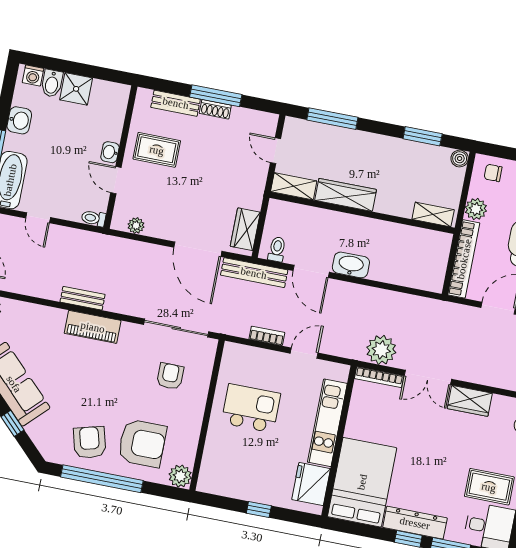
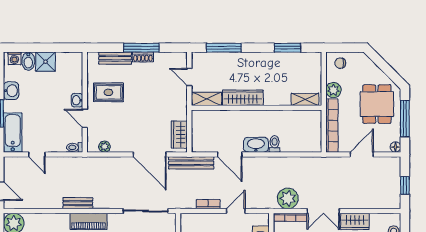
boiler: (460, 158) -> (316, 58), removed
toilet: (277, 249) -> (275, 144), moved

